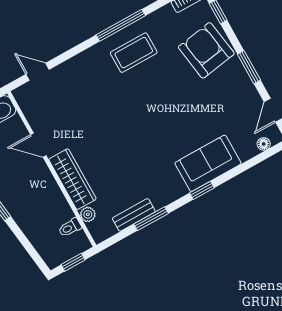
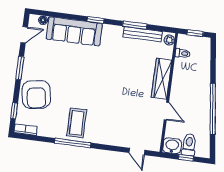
coffee table: (134, 53) -> (77, 123), turned 90
sofa: (208, 163) -> (74, 31), width x1.36
plant: (88, 214) -> (169, 40), moved
bench: (134, 215) -> (143, 34), width x1.36

